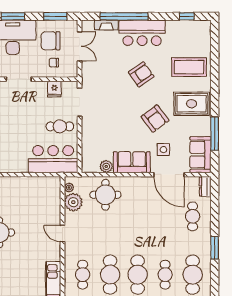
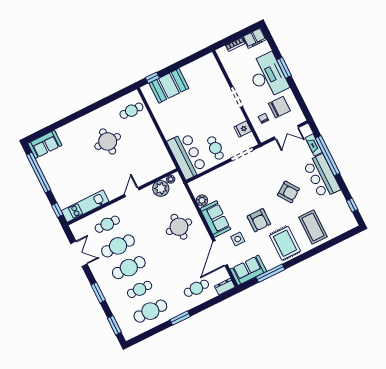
window: (55, 16) -> (301, 101), removed
chair: (51, 41) -> (279, 107), turned 90
armchair: (155, 119) -> (259, 220), turned -53
round table: (105, 195) -> (179, 227), moved

